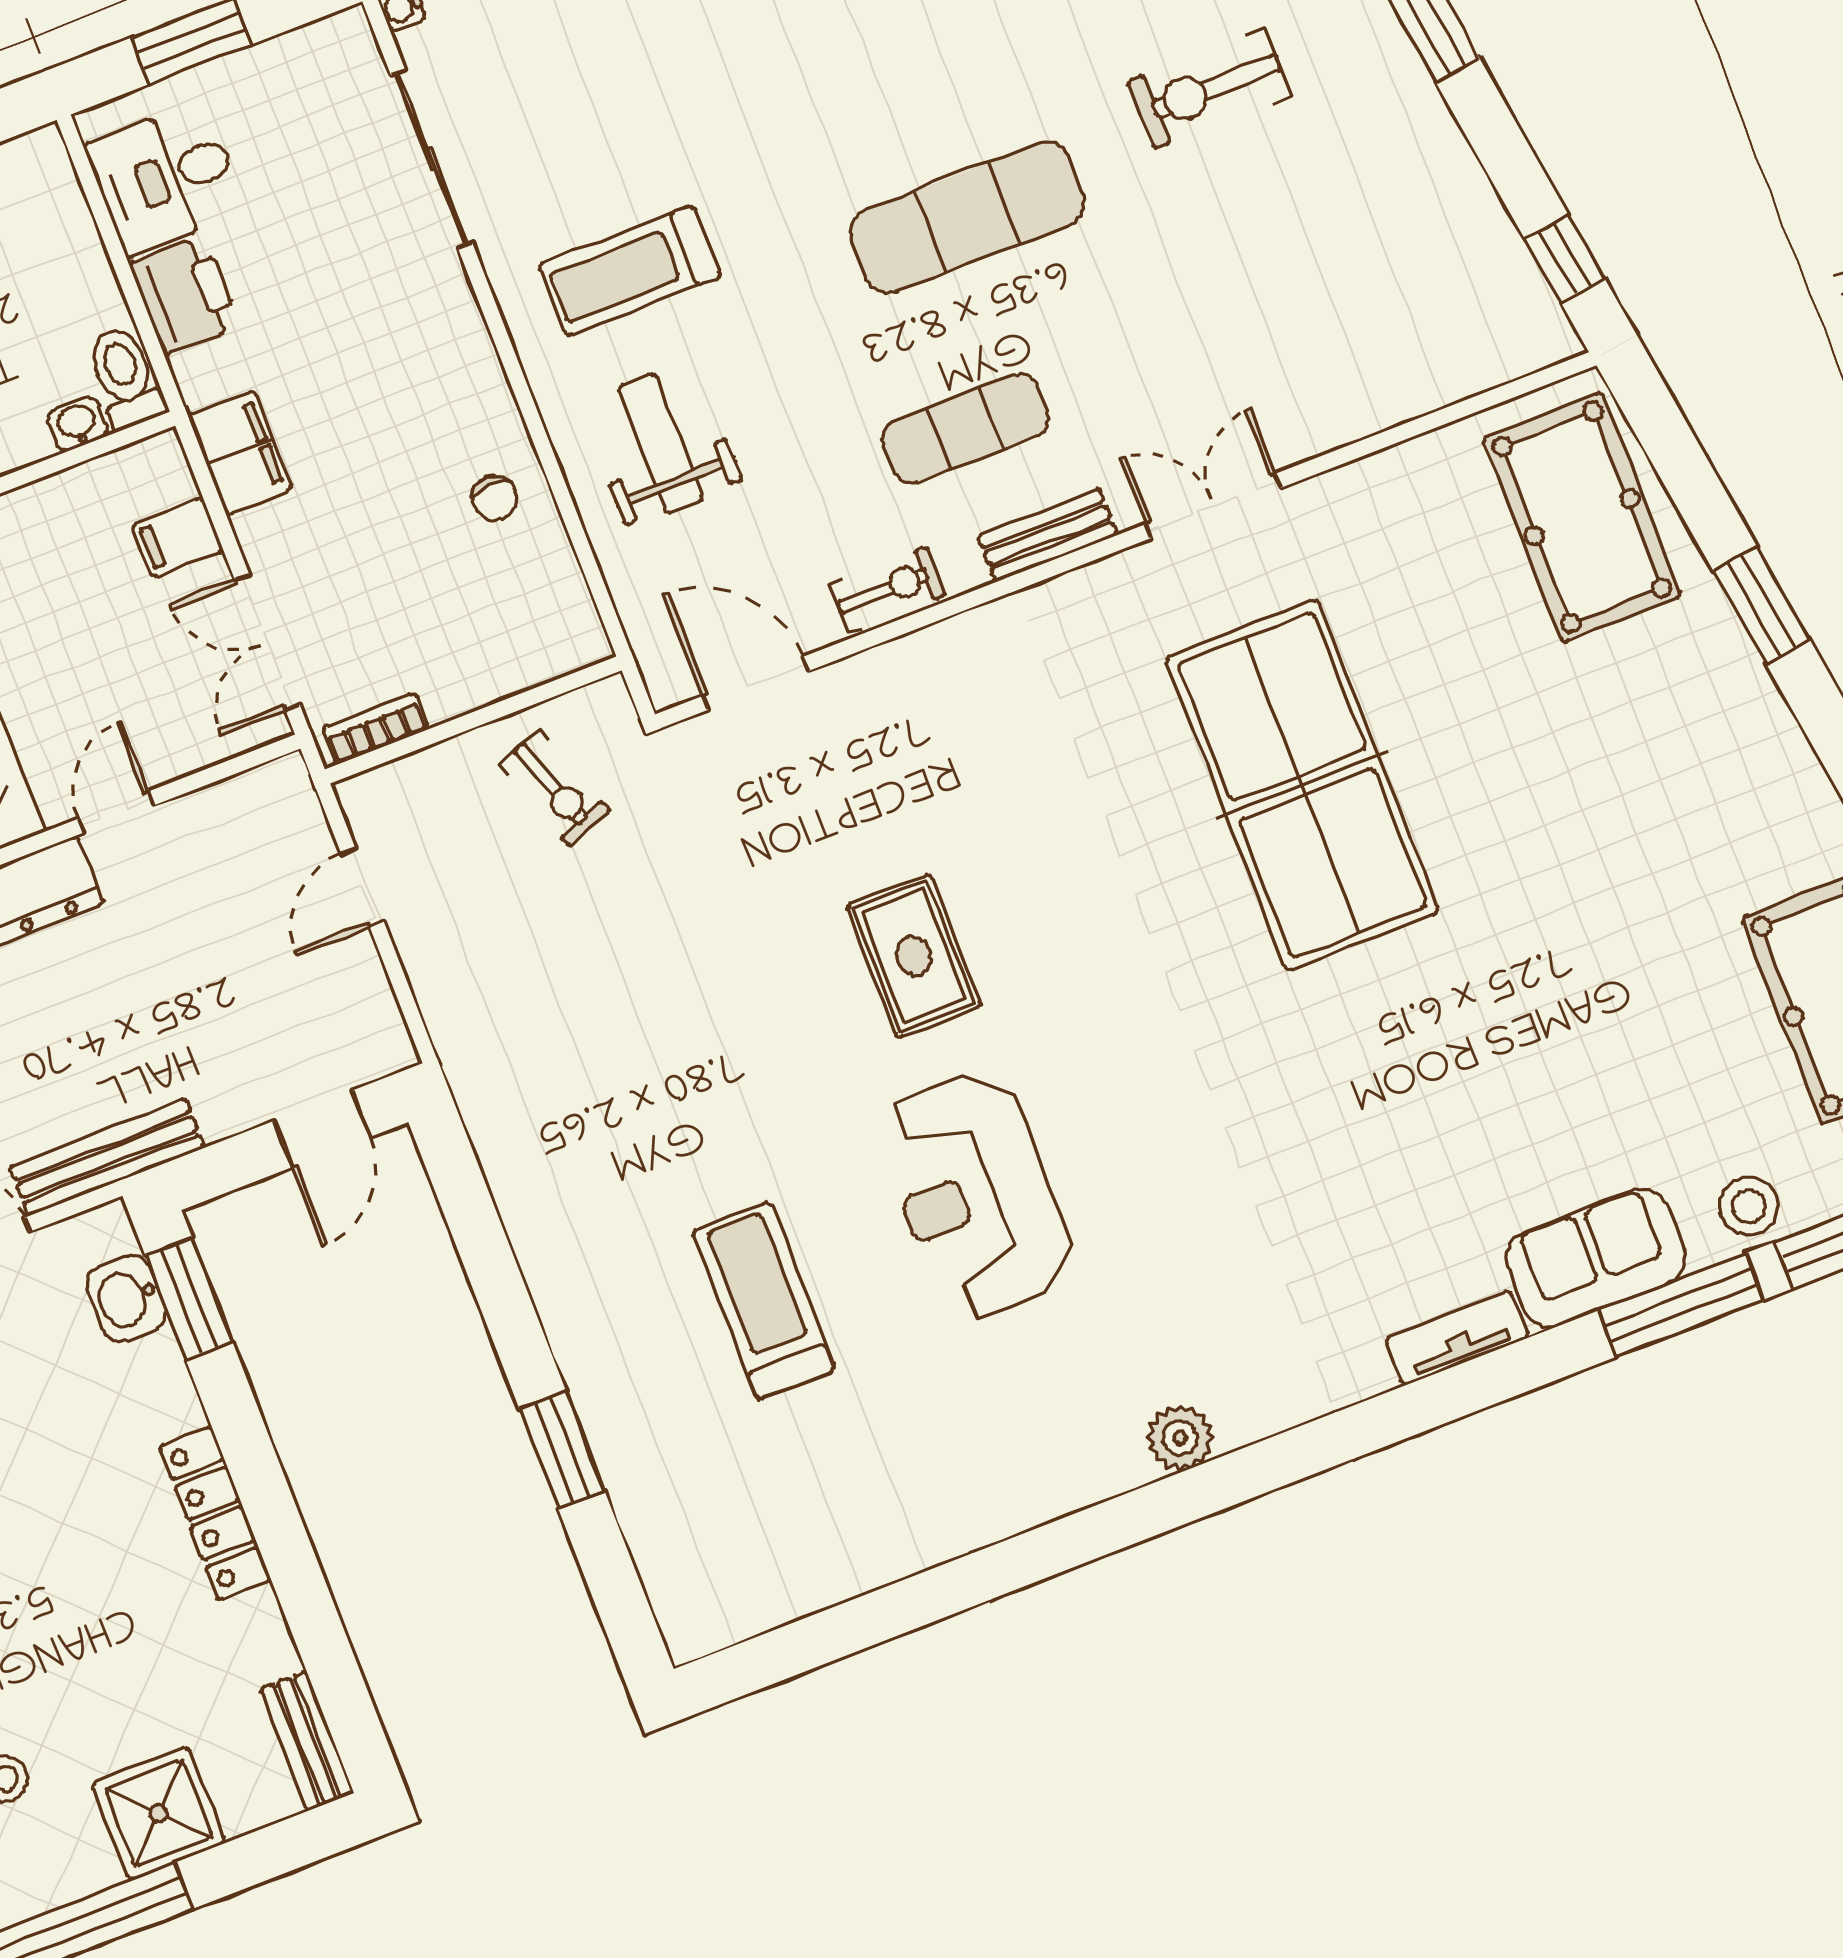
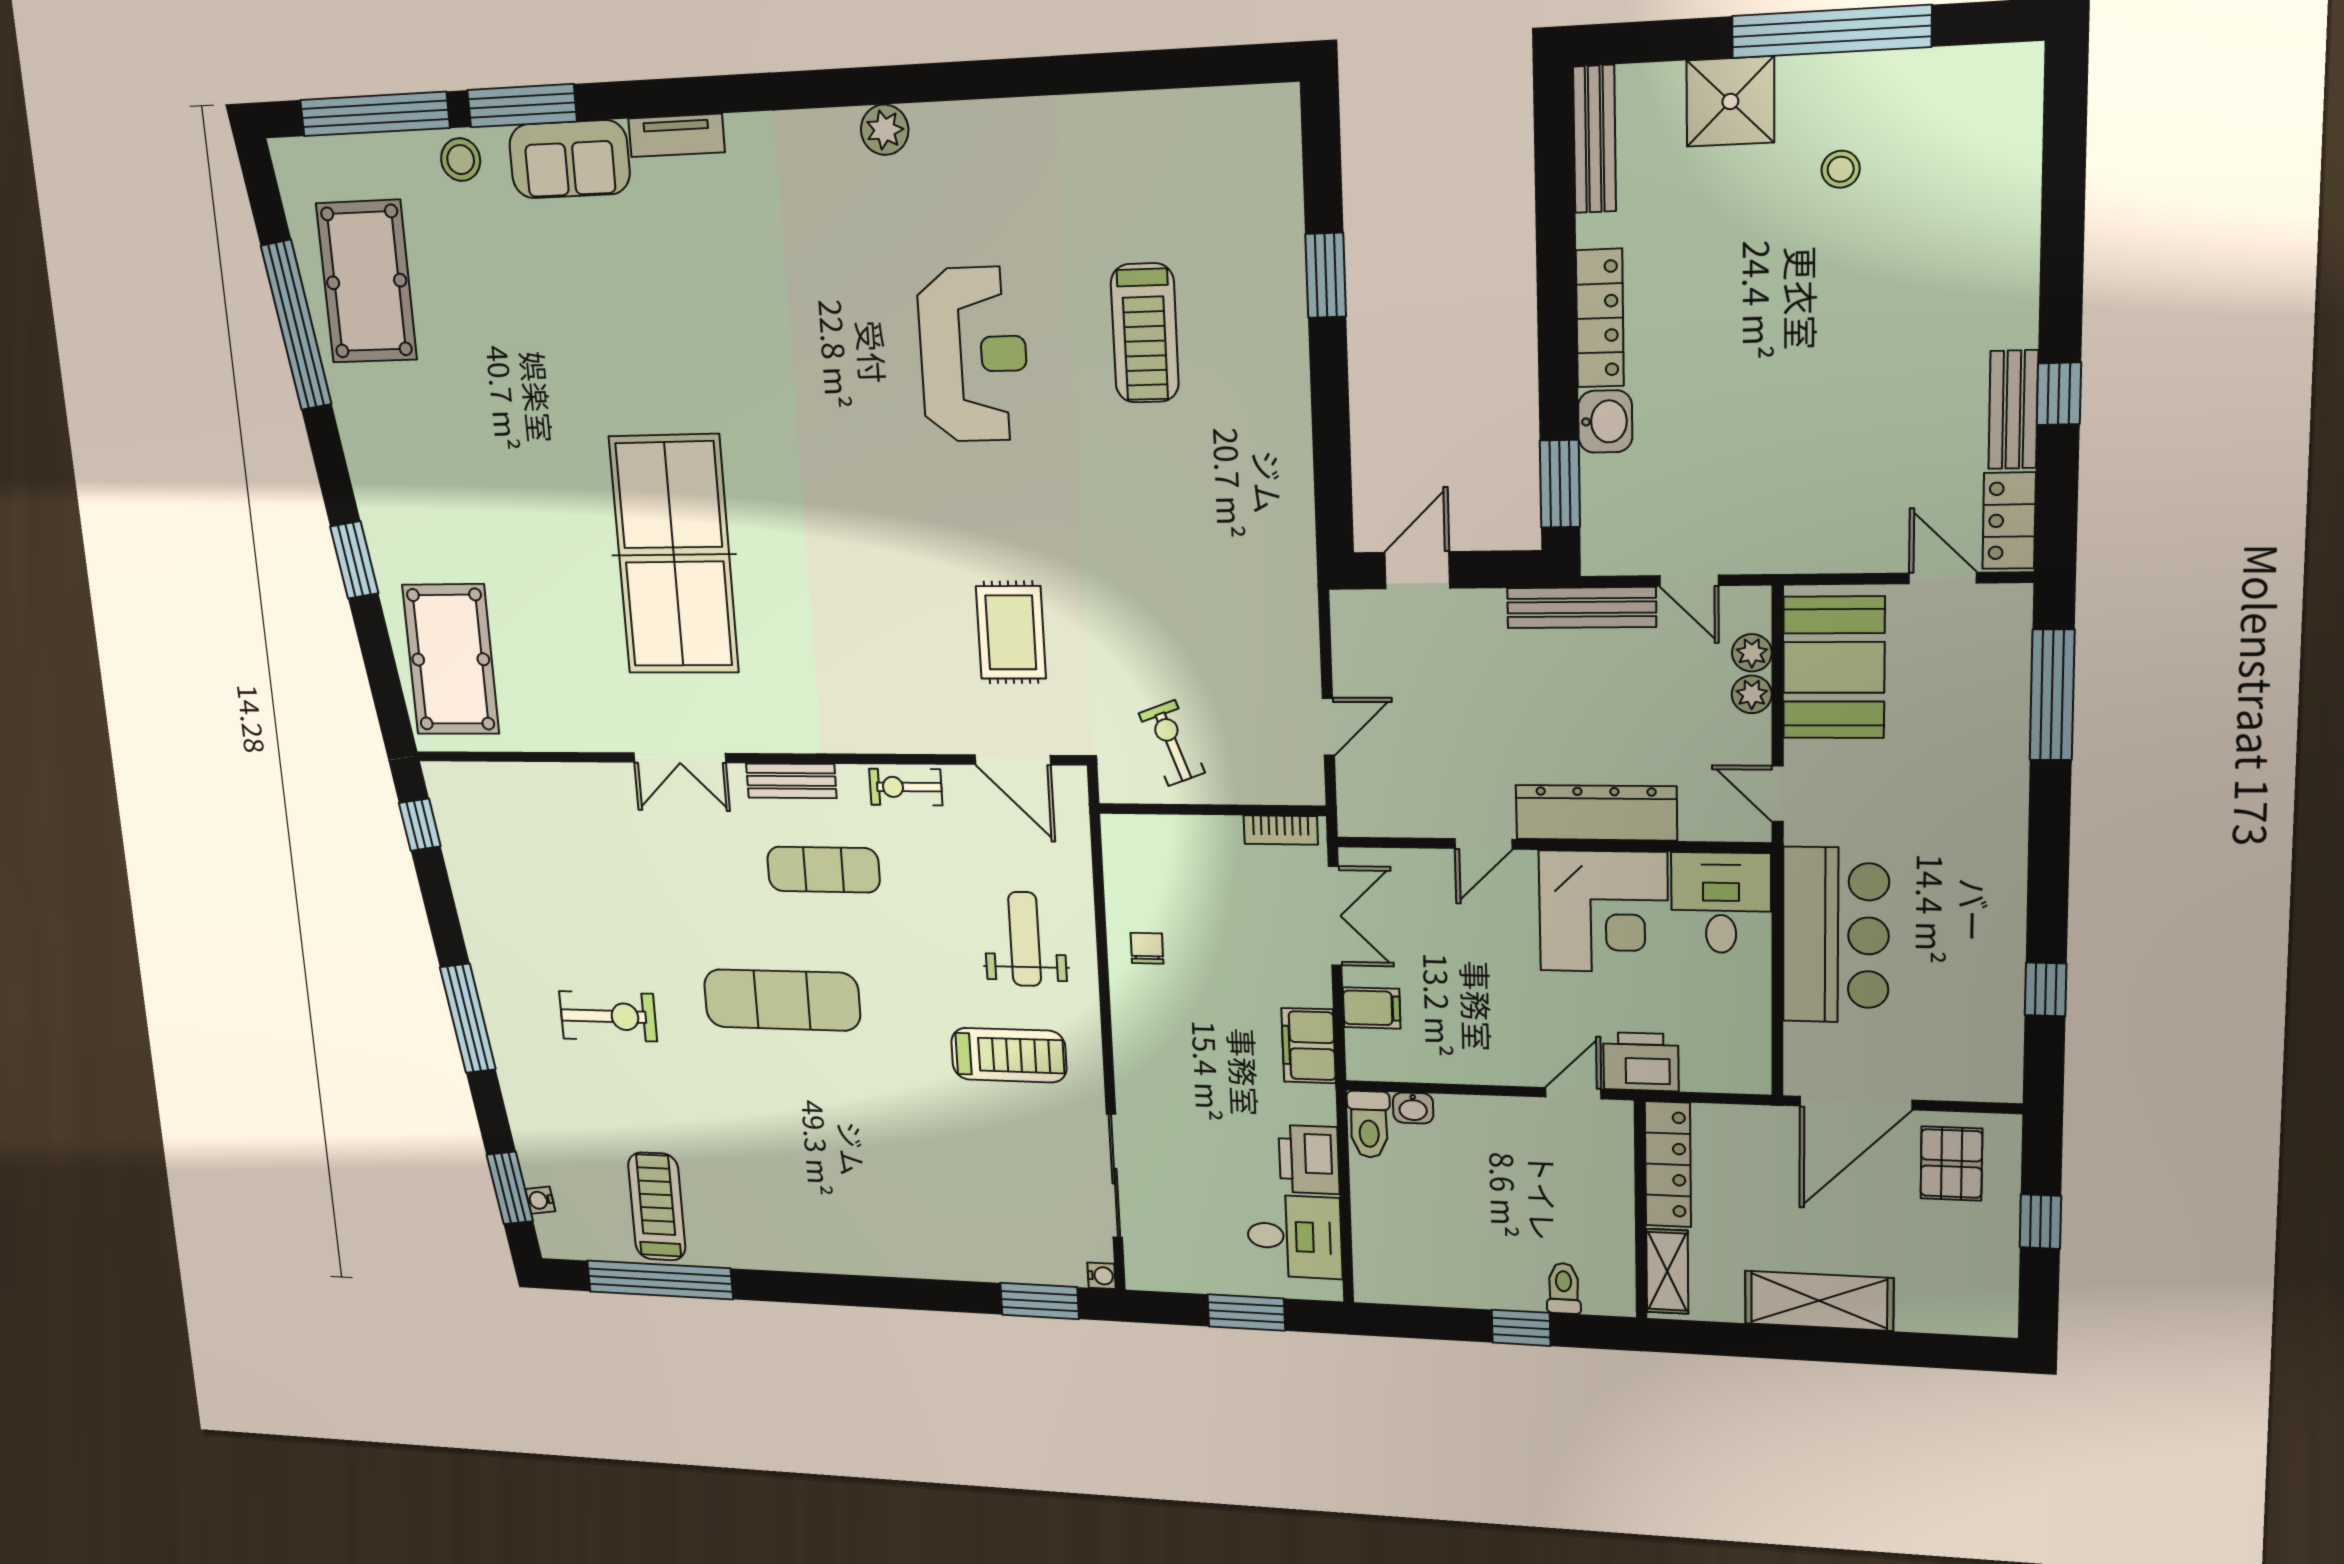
weight bench: (661, 444) -> (1025, 939), turned 180
rug: (914, 956) -> (1011, 632), moved
washbasin: (126, 1298) -> (1605, 421), moved
bench: (307, 1741) -> (1595, 139), width x1.36

